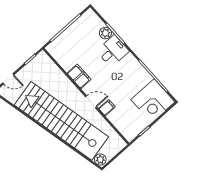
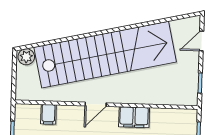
filing cabinet: (107, 108) -> (48, 114), moved

